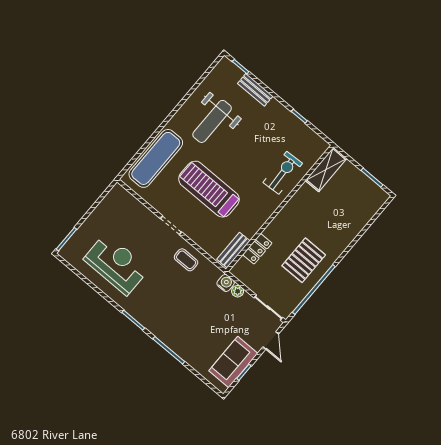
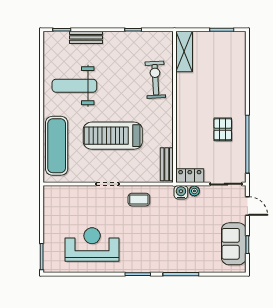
weight bench: (212, 121) -> (74, 86), turned 90
locker: (257, 249) -> (190, 176), moved, turned -90
pallet: (304, 260) -> (223, 129), width x0.67, depth x0.71

